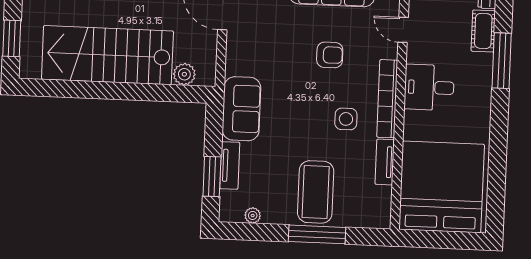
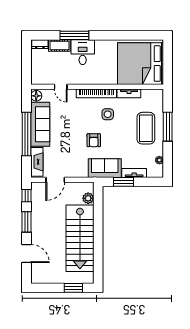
door: (403, 30) -> (61, 87), hinge flipped
armchair: (330, 55) -> (94, 140), moved, turned 180
desk: (429, 87) -> (83, 52), moved, turned 180
window: (212, 177) -> (124, 182), moved
coffee table: (316, 192) -> (146, 128), turned 90

